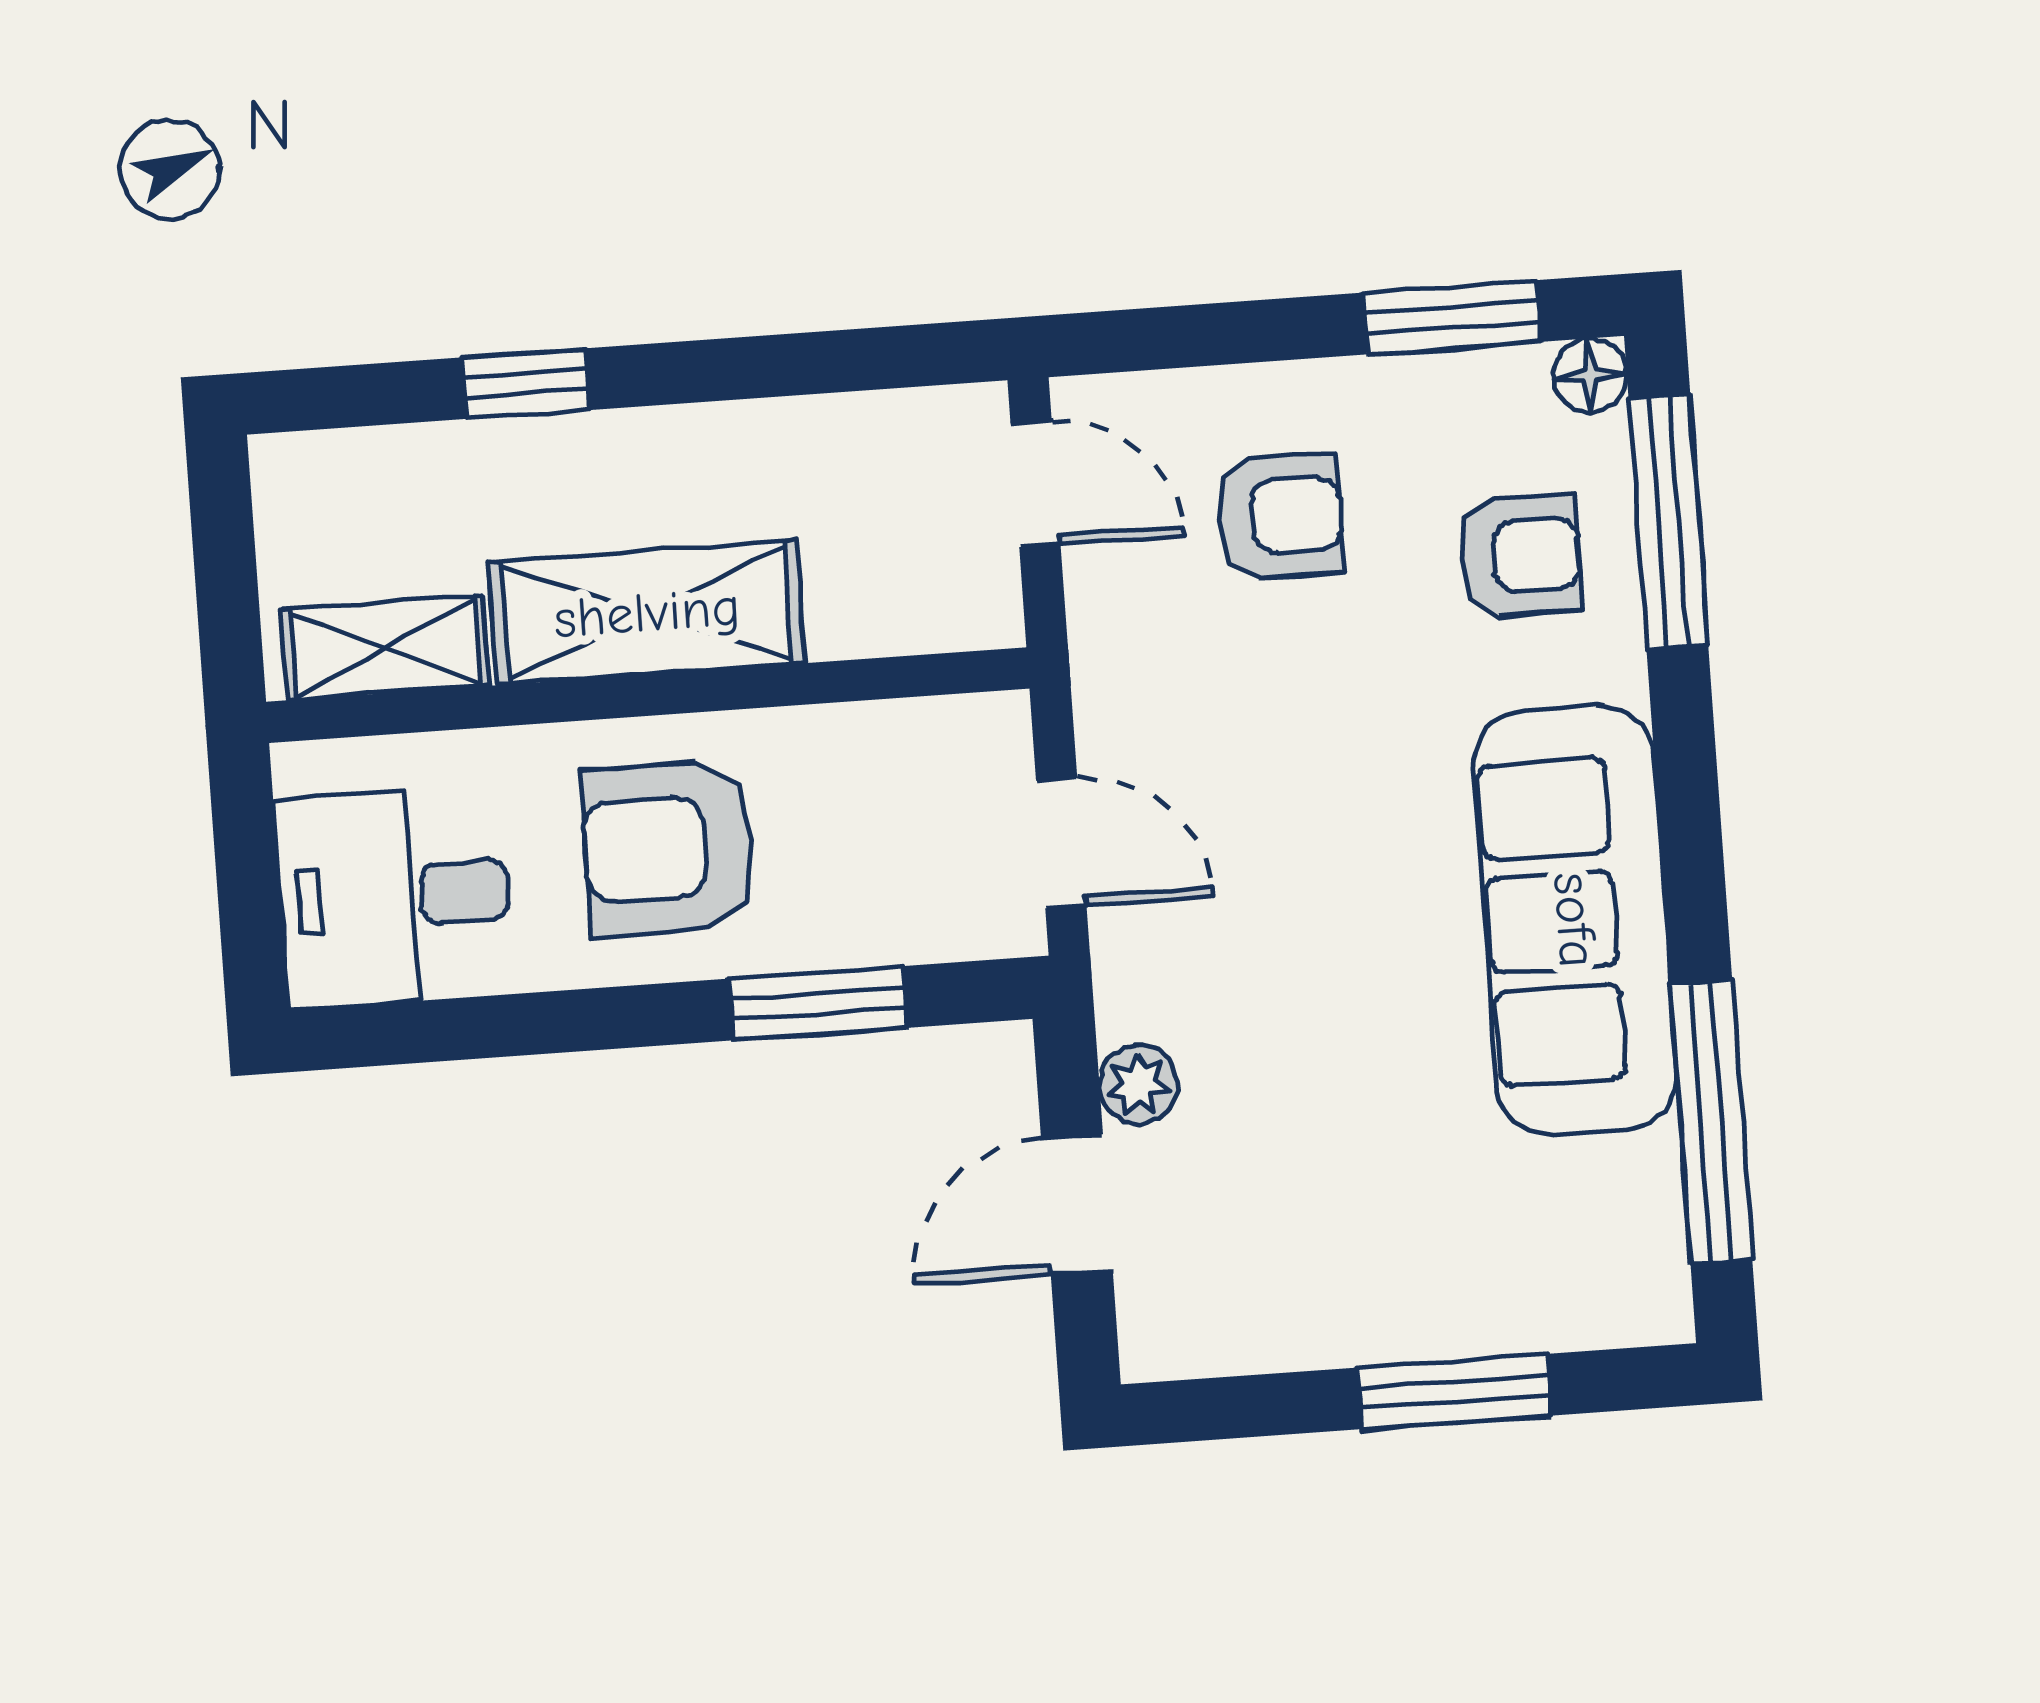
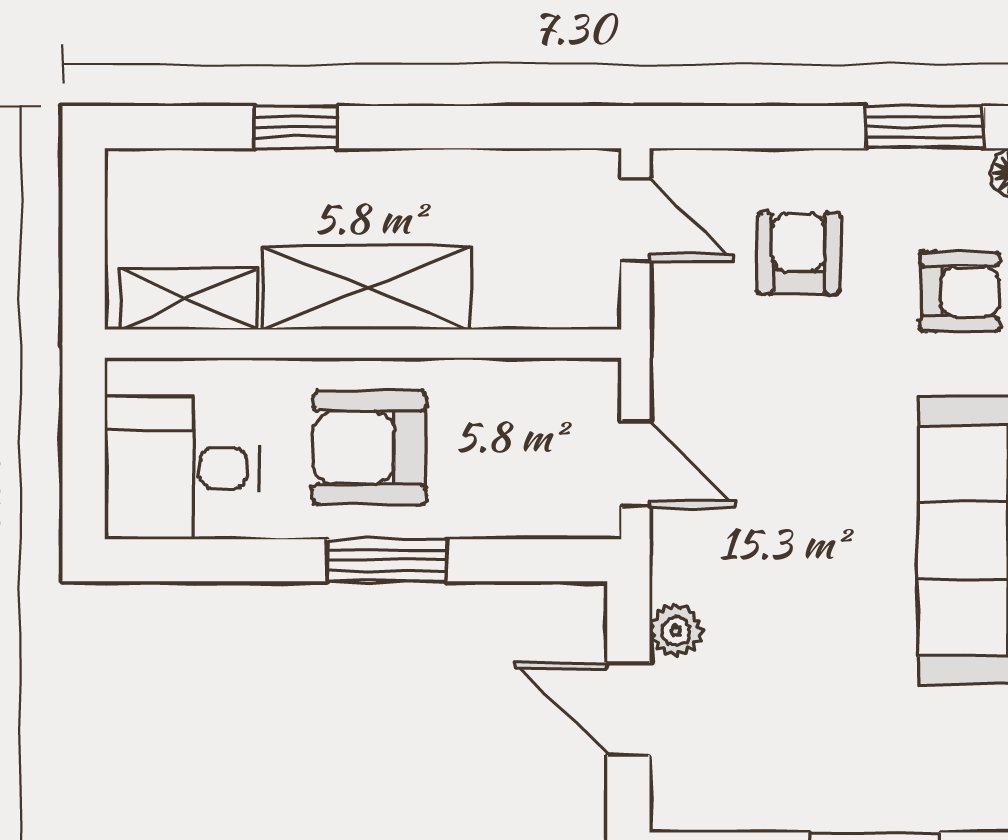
armchair: (1279, 516) -> (799, 253), turned -90
window: (818, 1003) -> (387, 560), moved
door: (1077, 1204) -> (628, 709), hinge flipped

